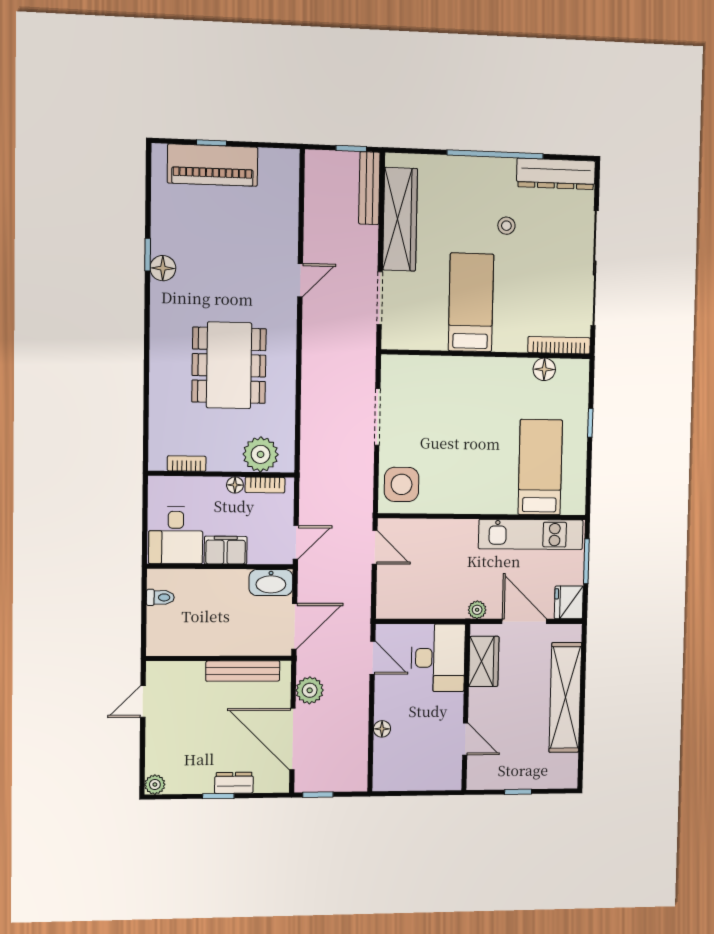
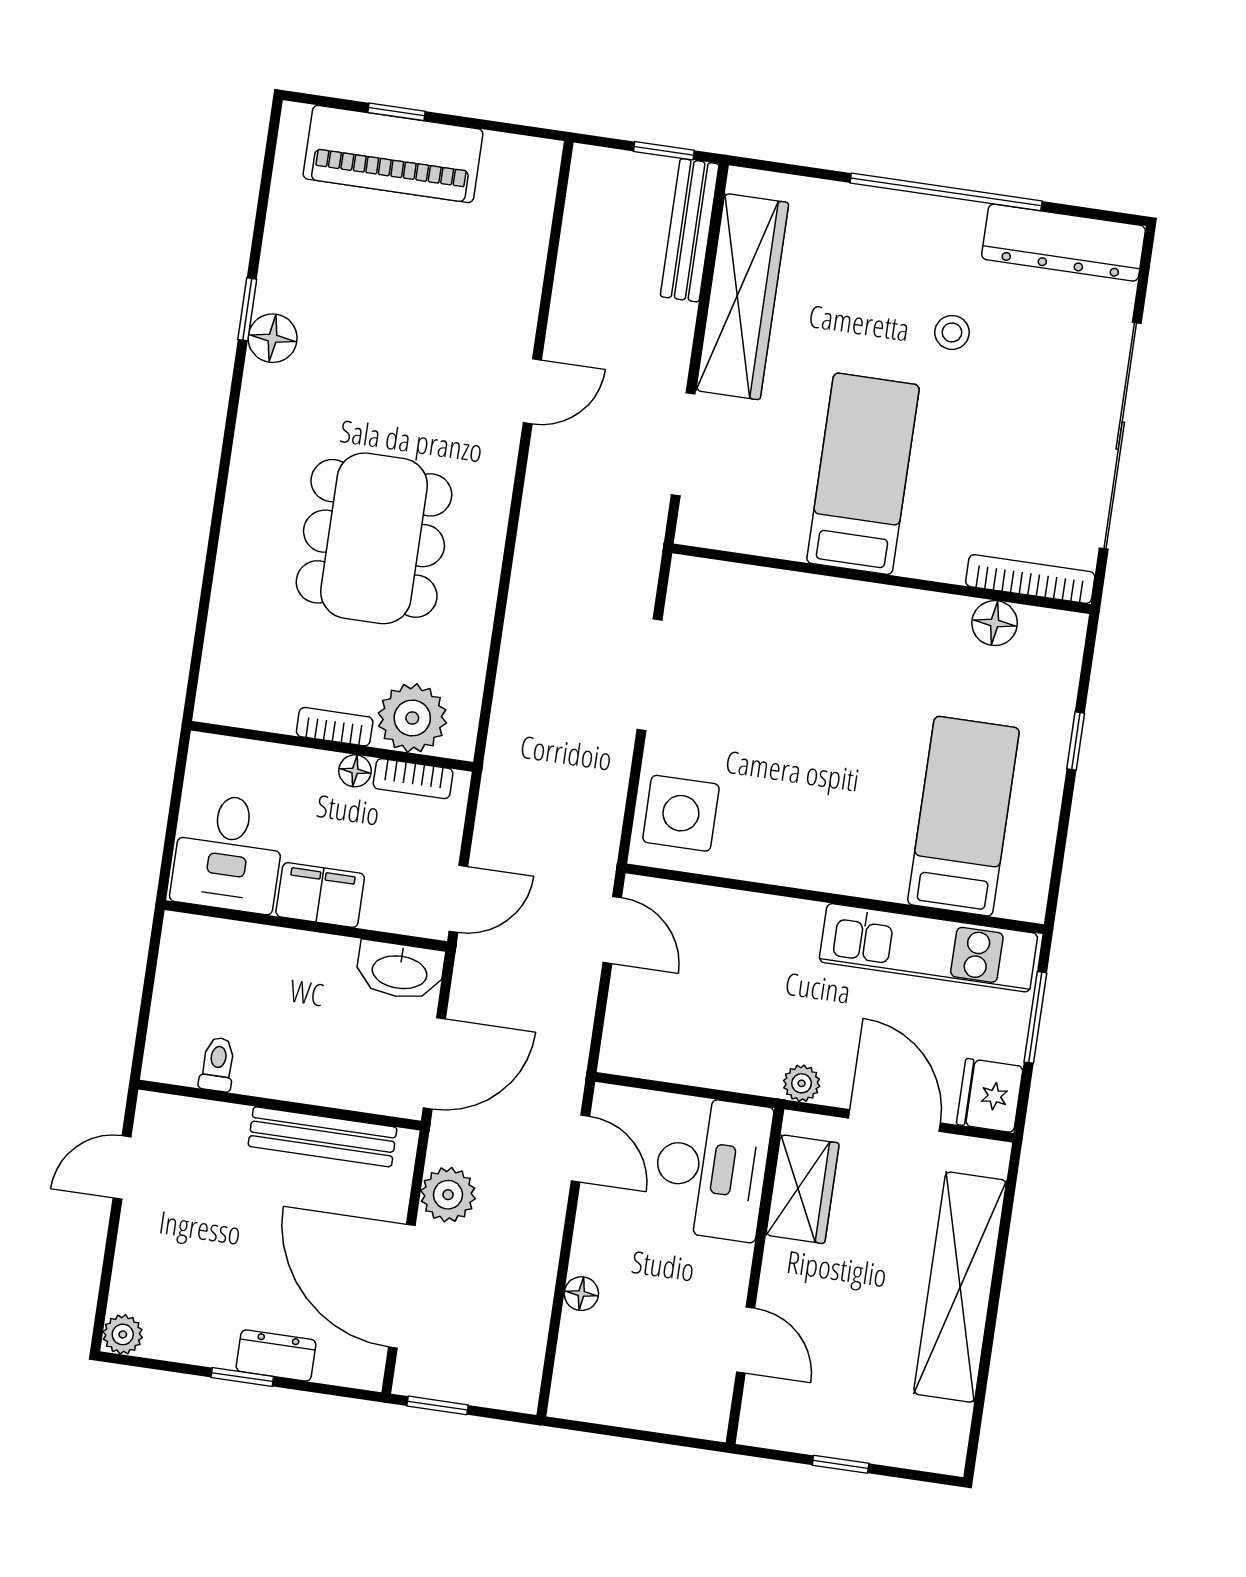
bookcase: (187, 463) -> (335, 727), moved
toilet: (160, 597) -> (218, 1064), moved, turned -90

